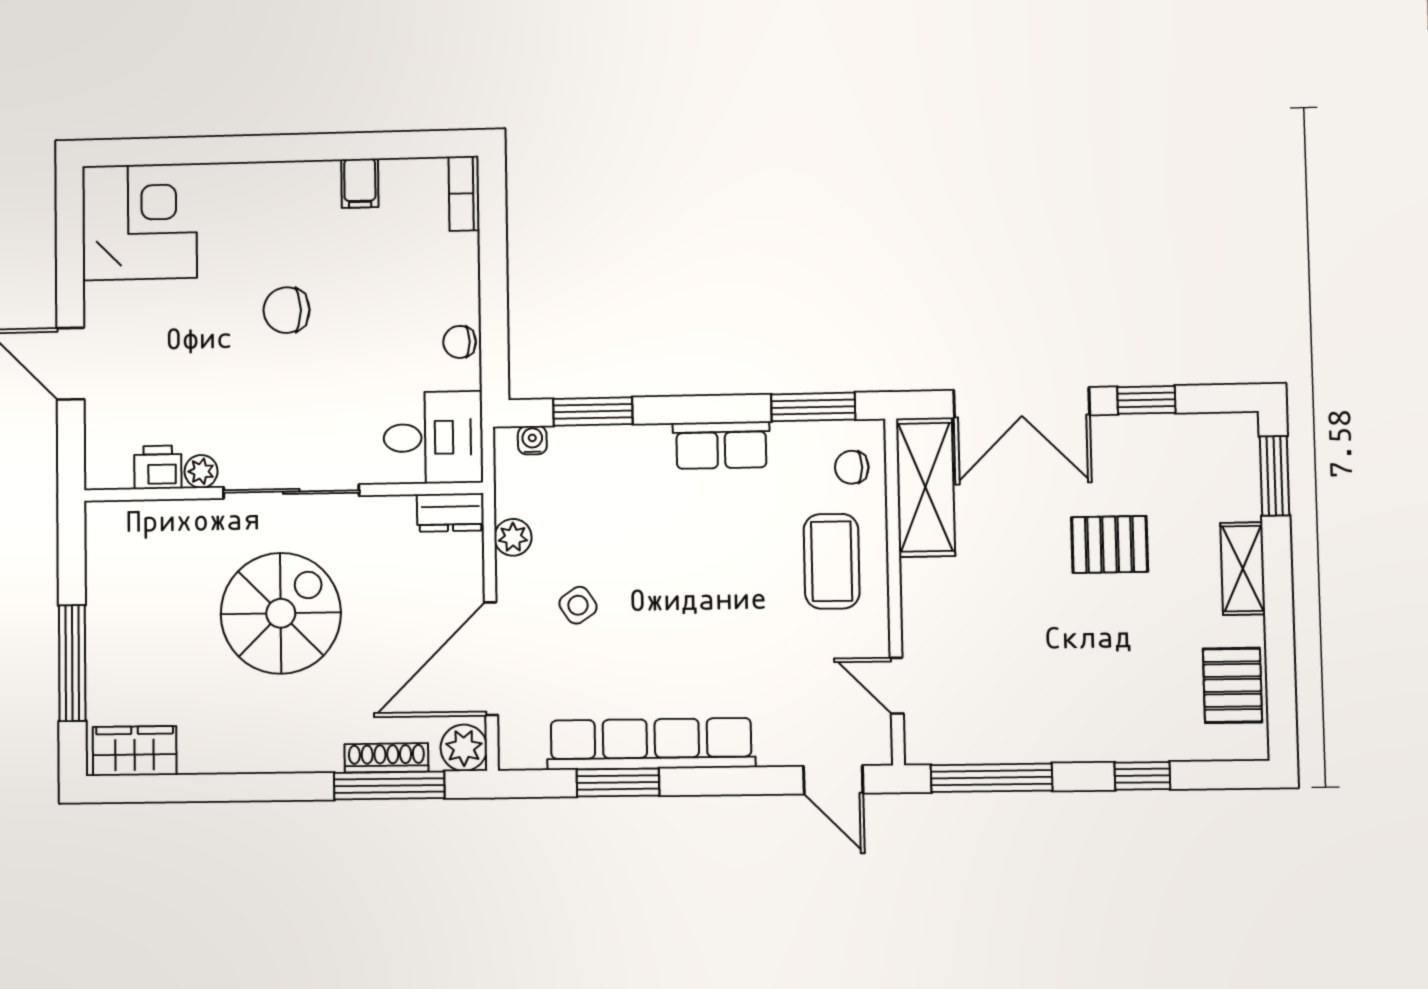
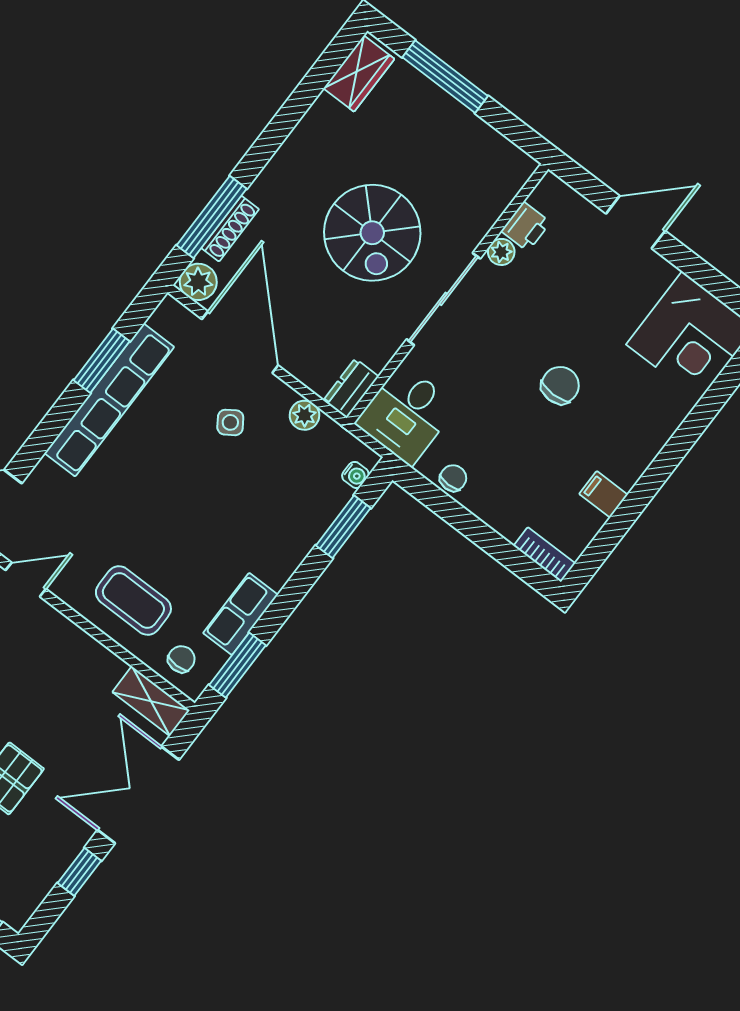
row of seats: (721, 445) -> (240, 614), moved
shelving: (925, 487) -> (151, 701), width x0.67, depth x0.75

